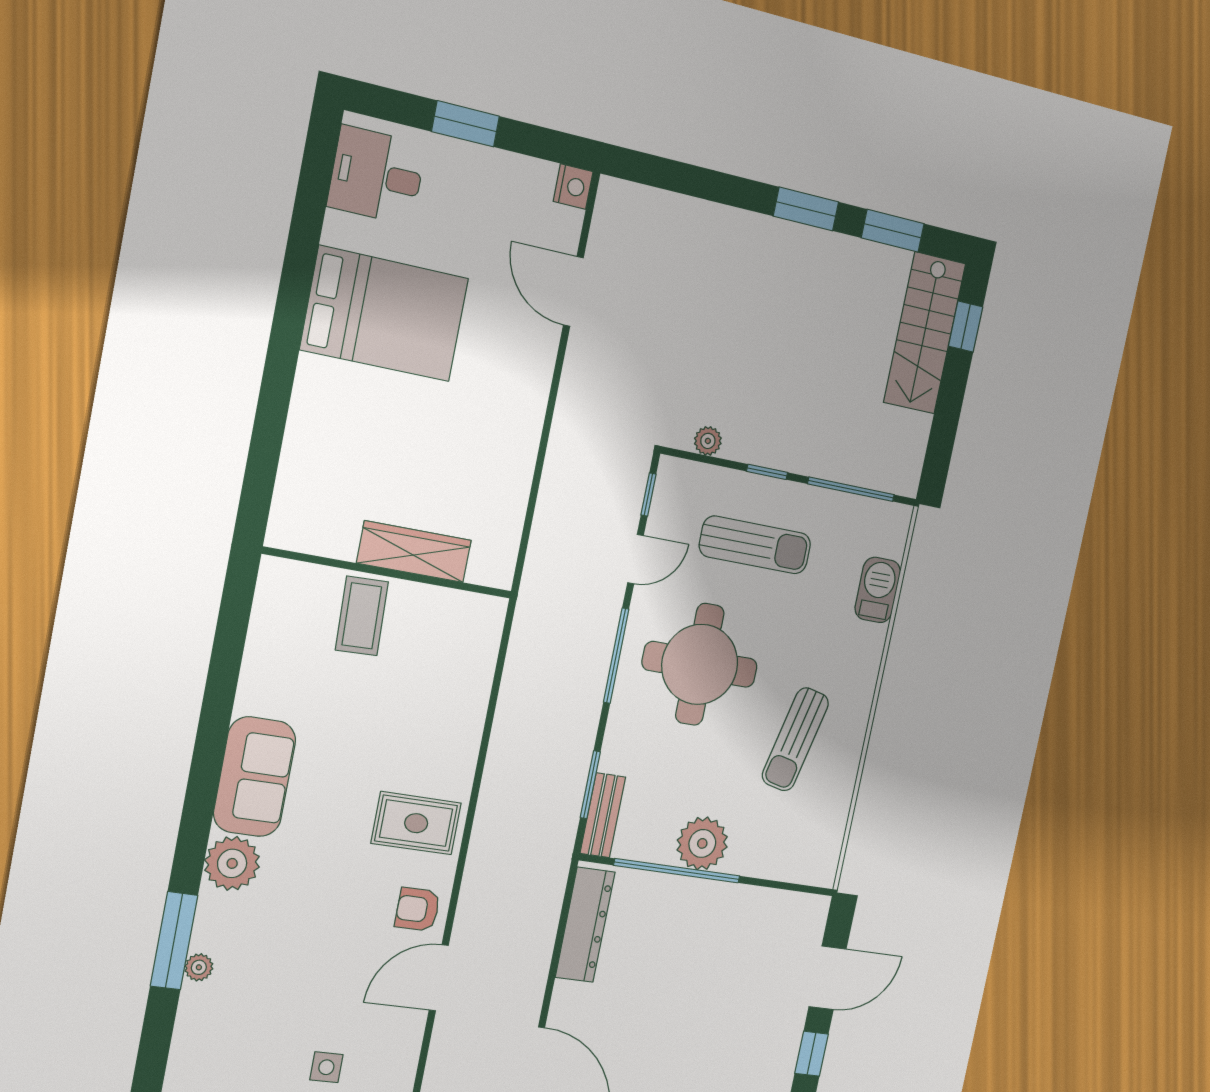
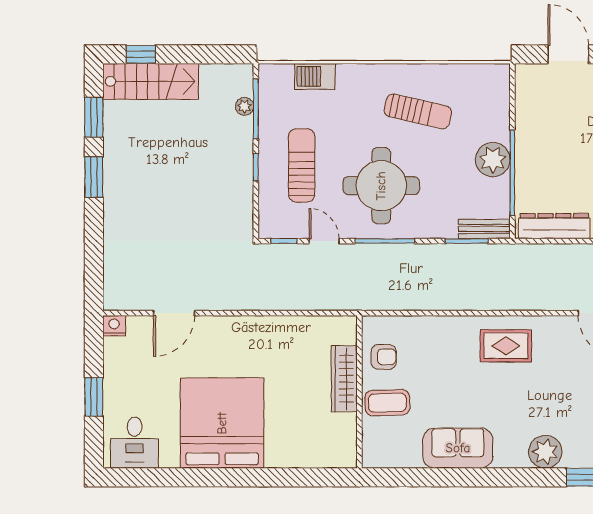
bed: (385, 314) -> (222, 423), width x1.36
plant: (708, 441) -> (245, 106), moved
sofa: (255, 777) -> (458, 448), moved
rug: (416, 823) -> (506, 346), turned 90
armchair: (418, 909) -> (384, 357), moved, turned -90

